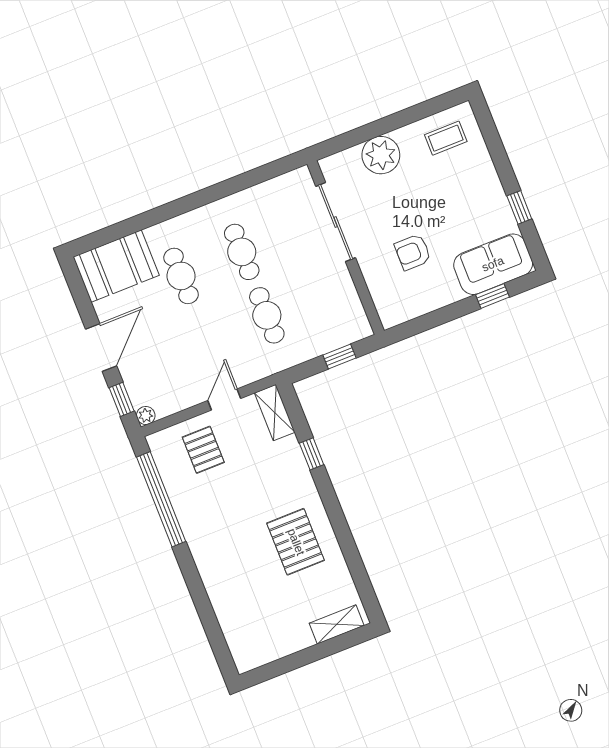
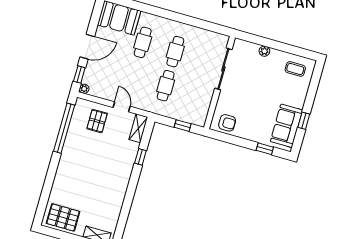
plant: (381, 155) -> (264, 51), width x0.53, depth x0.53
armchair: (413, 252) -> (227, 123), moved, turned 180
sofa: (493, 264) -> (287, 126), moved, turned -90
door: (224, 399) -> (122, 107), hinge flipped
pallet: (296, 542) -> (63, 217), moved, turned 90

